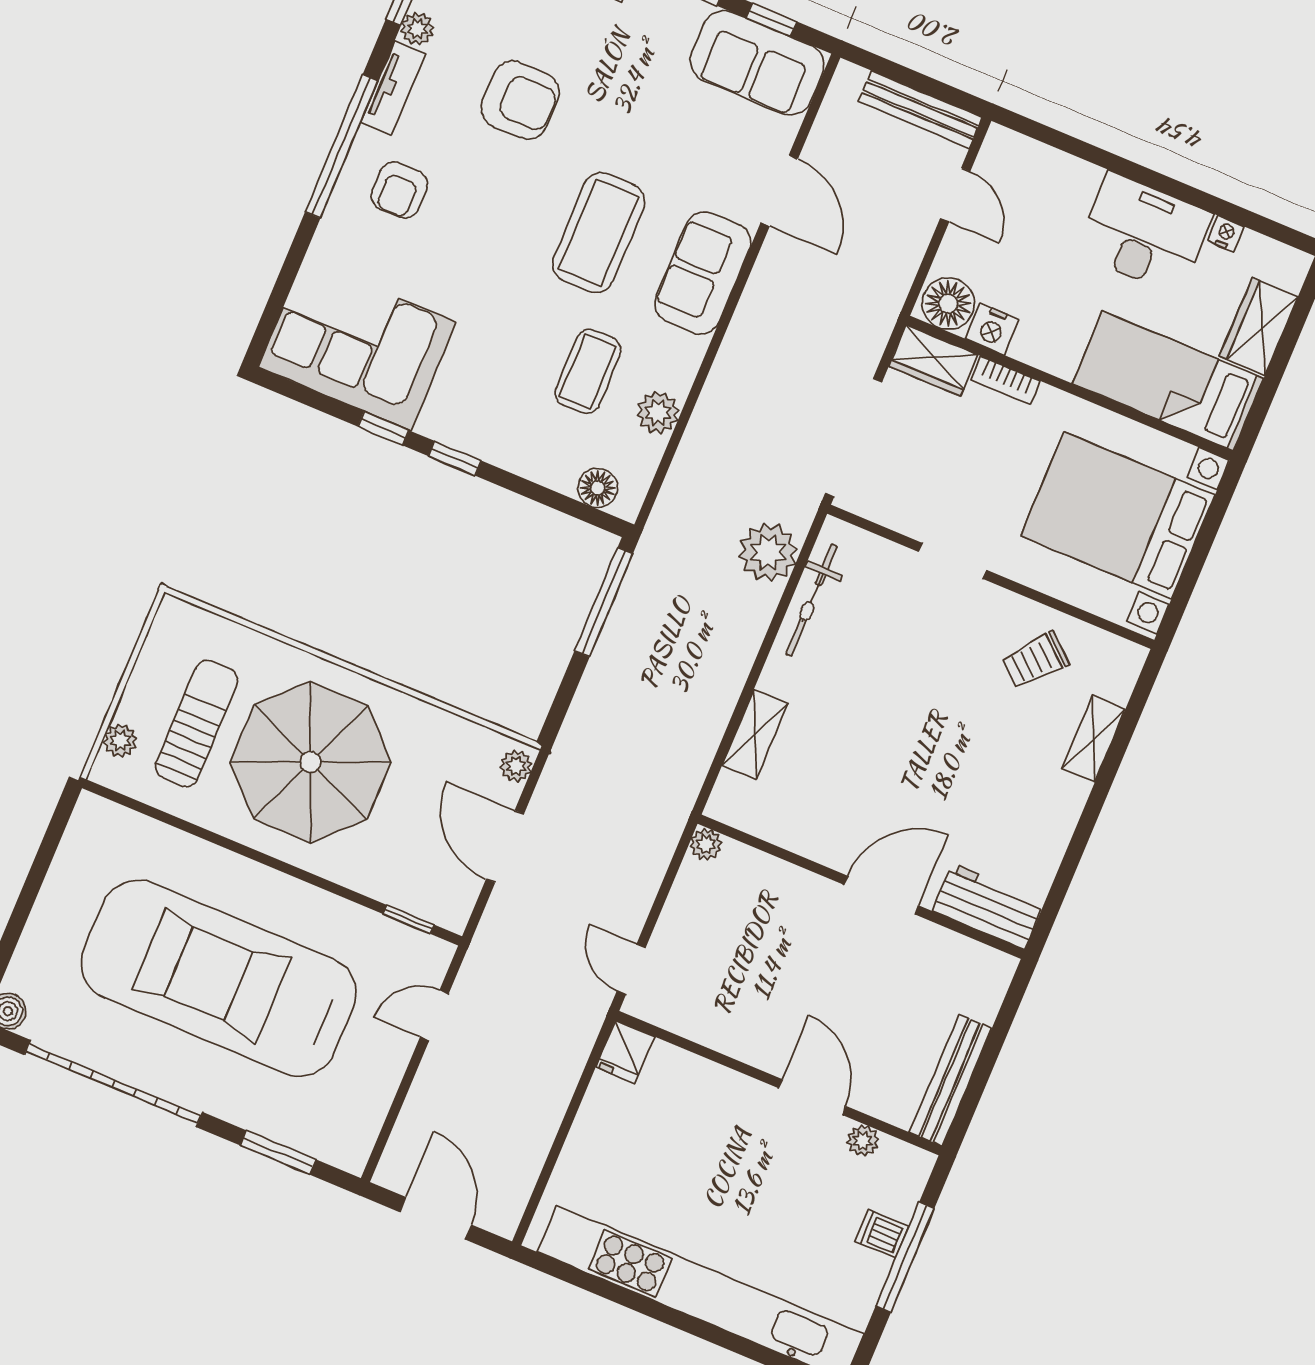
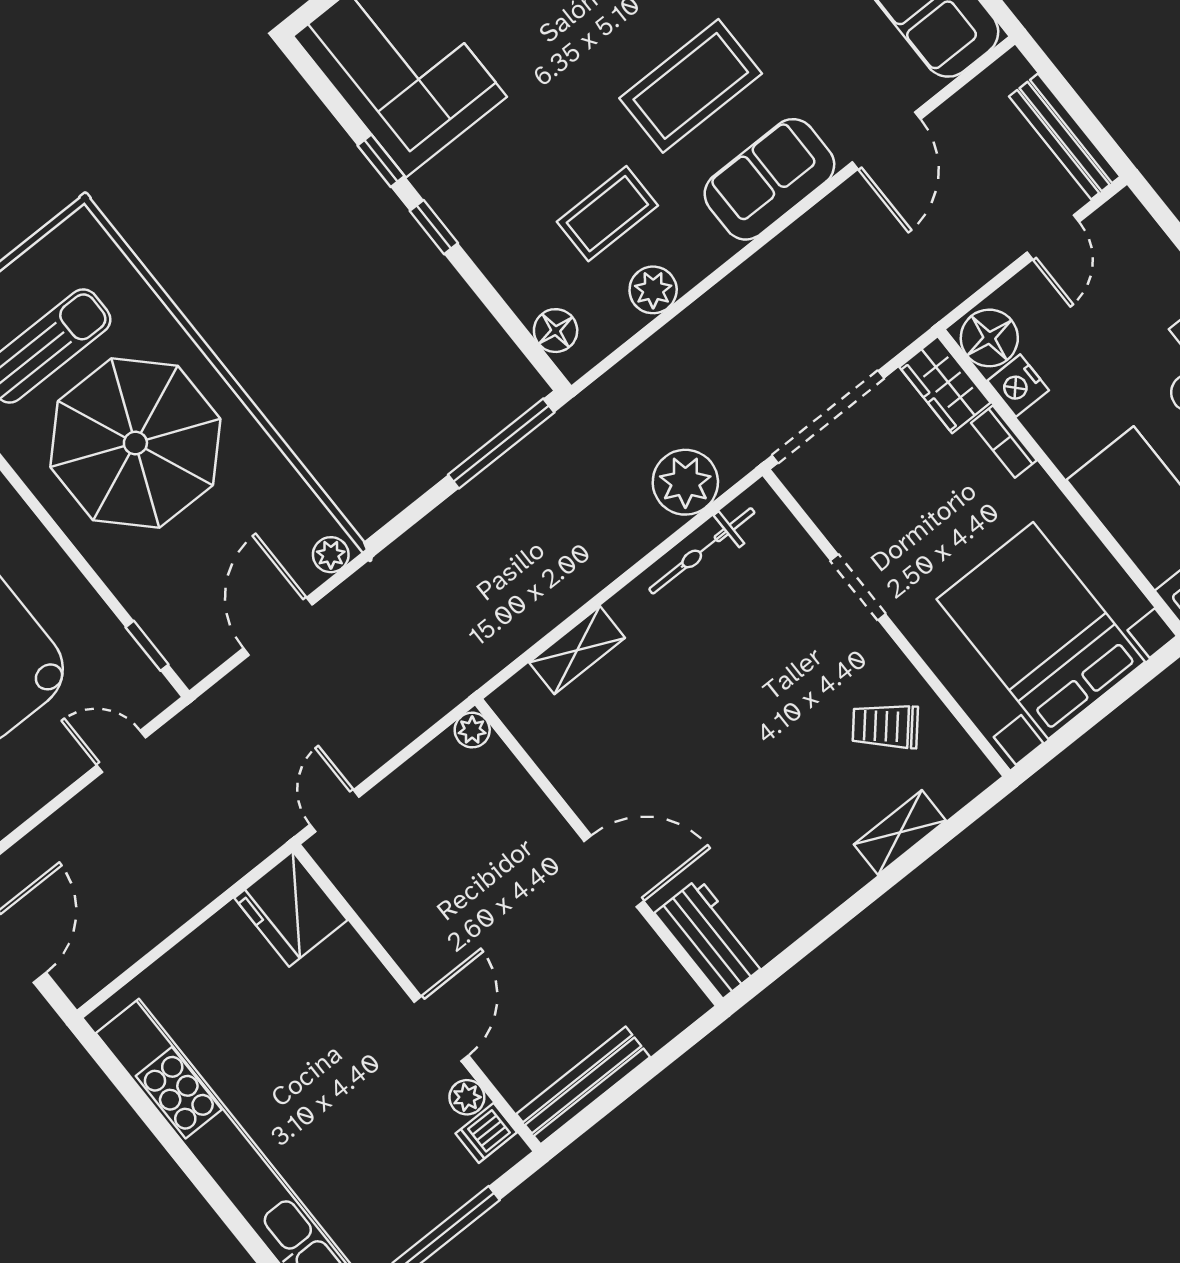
fridge: (625, 1052) -> (291, 909), width x1.88, depth x1.34
dishwasher: (882, 1234) -> (486, 1133), moved, turned -90

